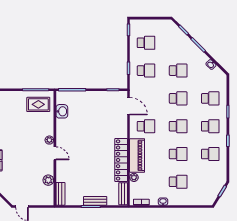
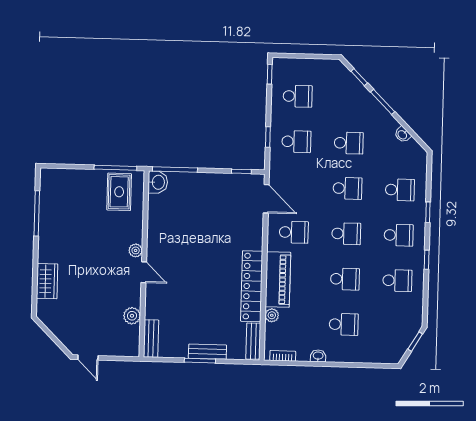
rug: (38, 104) -> (119, 192), turned 90
washbasin: (62, 111) -> (158, 182), moved

